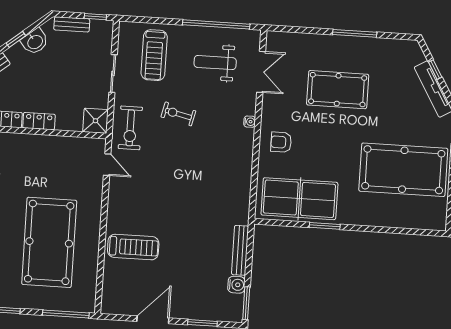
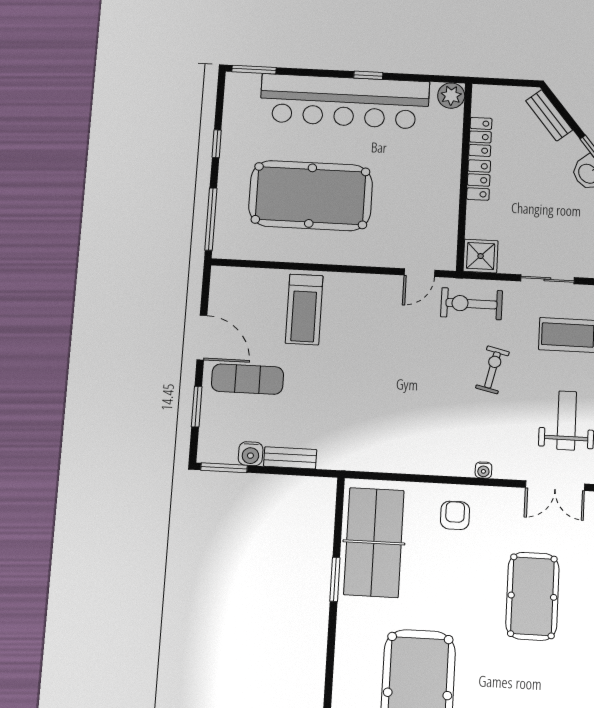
bench: (240, 250) -> (290, 458), width x0.73
exercise mat: (183, 287) -> (247, 379), added

